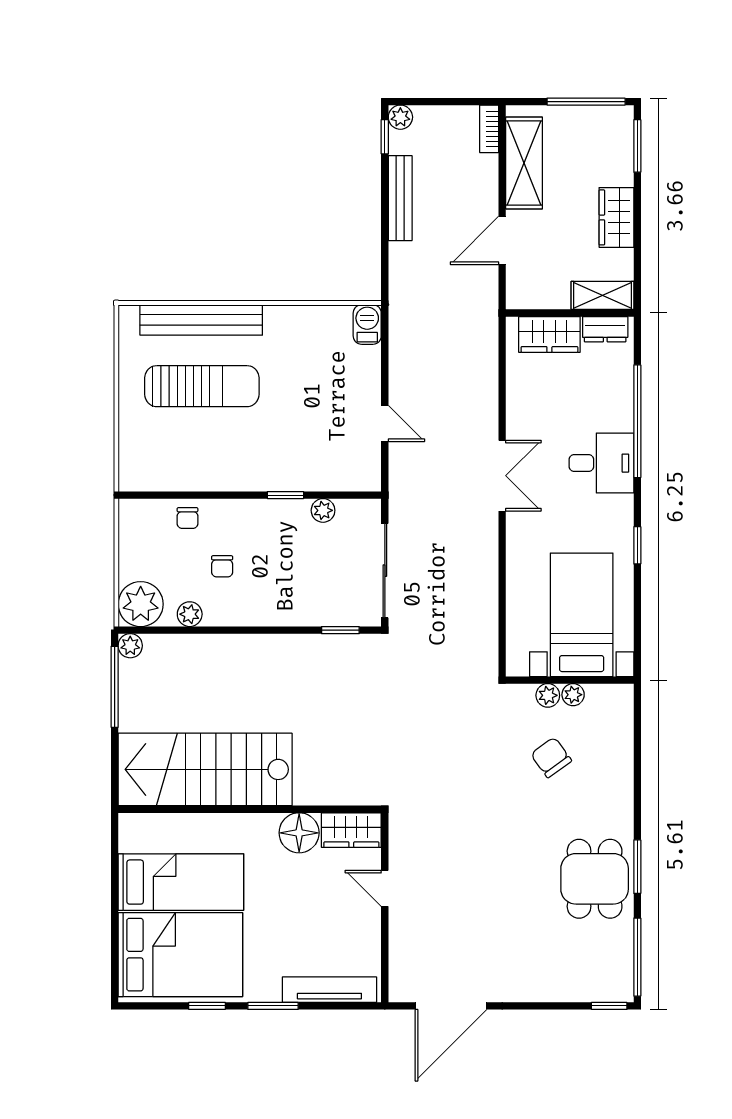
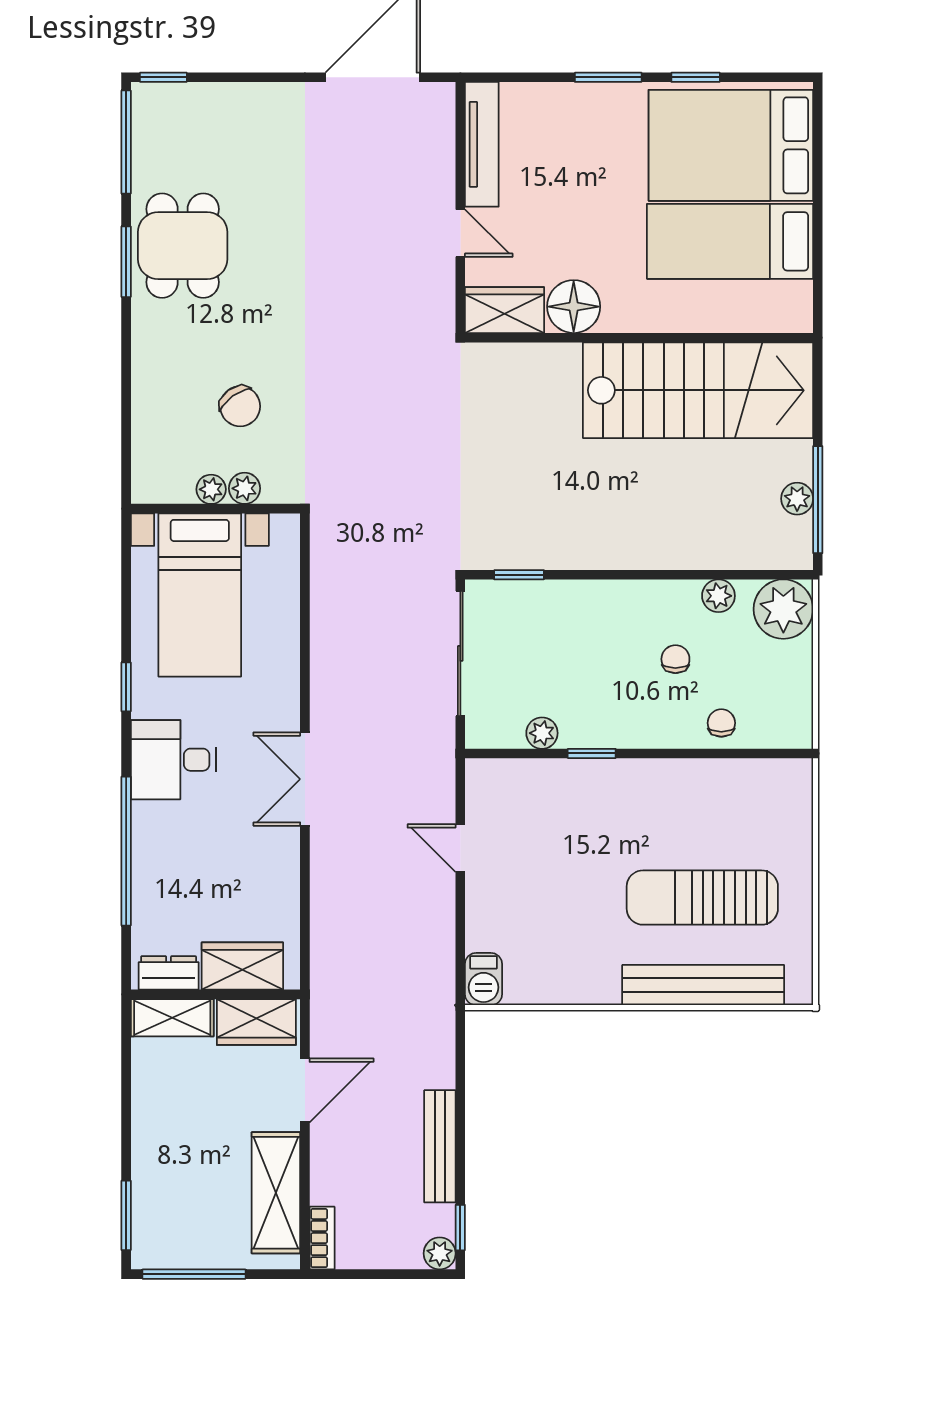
wardrobe: (616, 217) -> (256, 1022), moved, turned 90
desk: (601, 463) -> (174, 760), moved
plant: (130, 646) -> (797, 499), moved
tv unit: (329, 990) -> (482, 144), moved, turned -90

